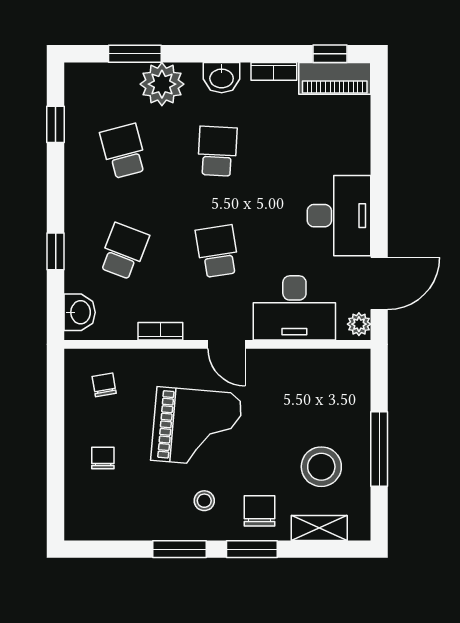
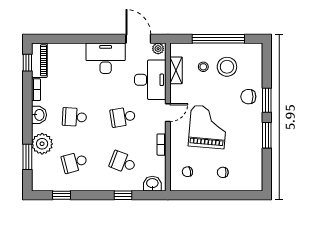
window: (379, 449) -> (218, 39), width x1.46
stool: (204, 501) -> (203, 67), moved
shelving: (319, 528) -> (176, 70), moved

